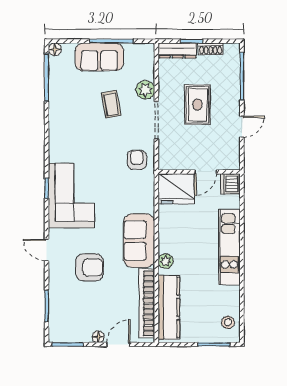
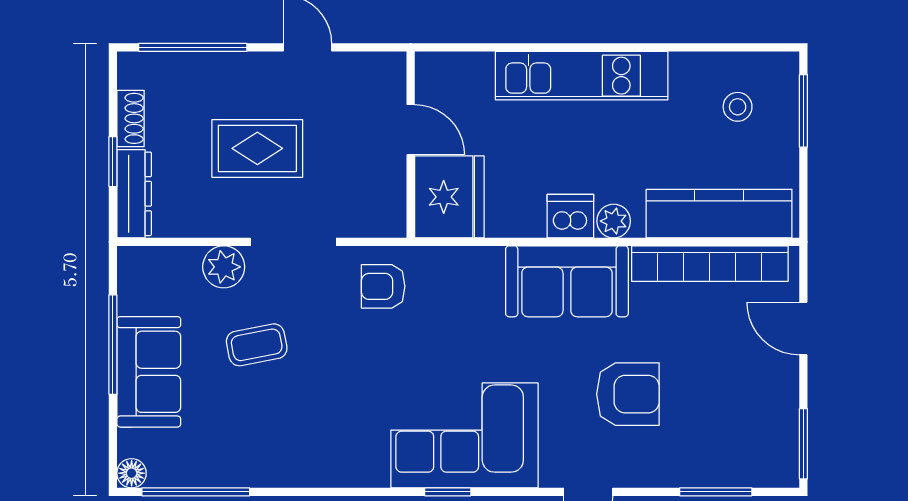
dishwasher: (231, 184) -> (570, 216), moved, turned 180
armchair: (90, 267) -> (628, 394), turned 90
stool: (228, 322) -> (738, 107), moved
floor lamp: (98, 337) -> (786, 374), removed

